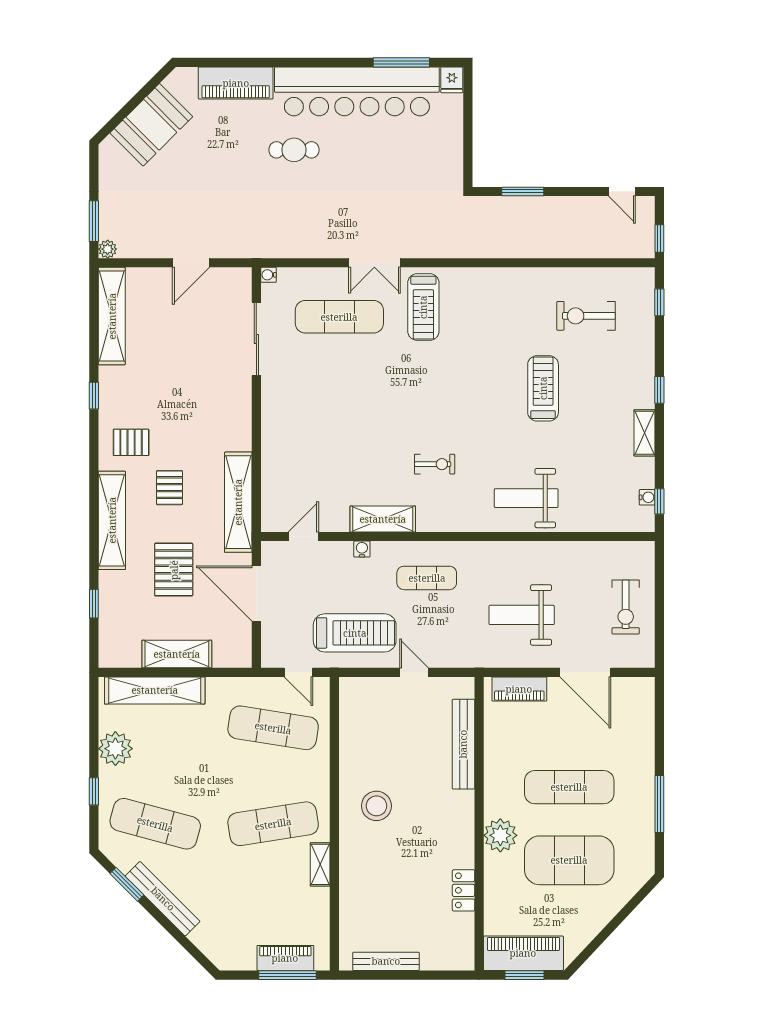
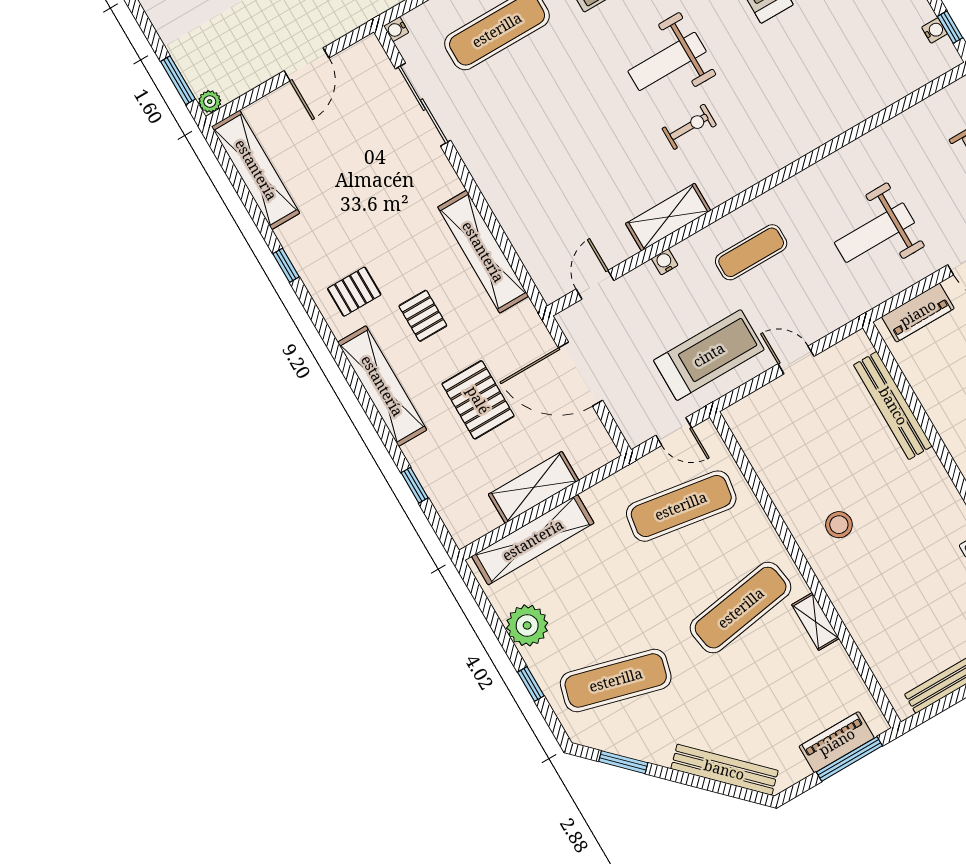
weight bench: (526, 498) -> (667, 61), moved
shelving: (238, 502) -> (483, 252), moved
stool: (376, 806) -> (839, 525), width x0.73, depth x0.73
bench: (163, 899) -> (724, 770), moved

